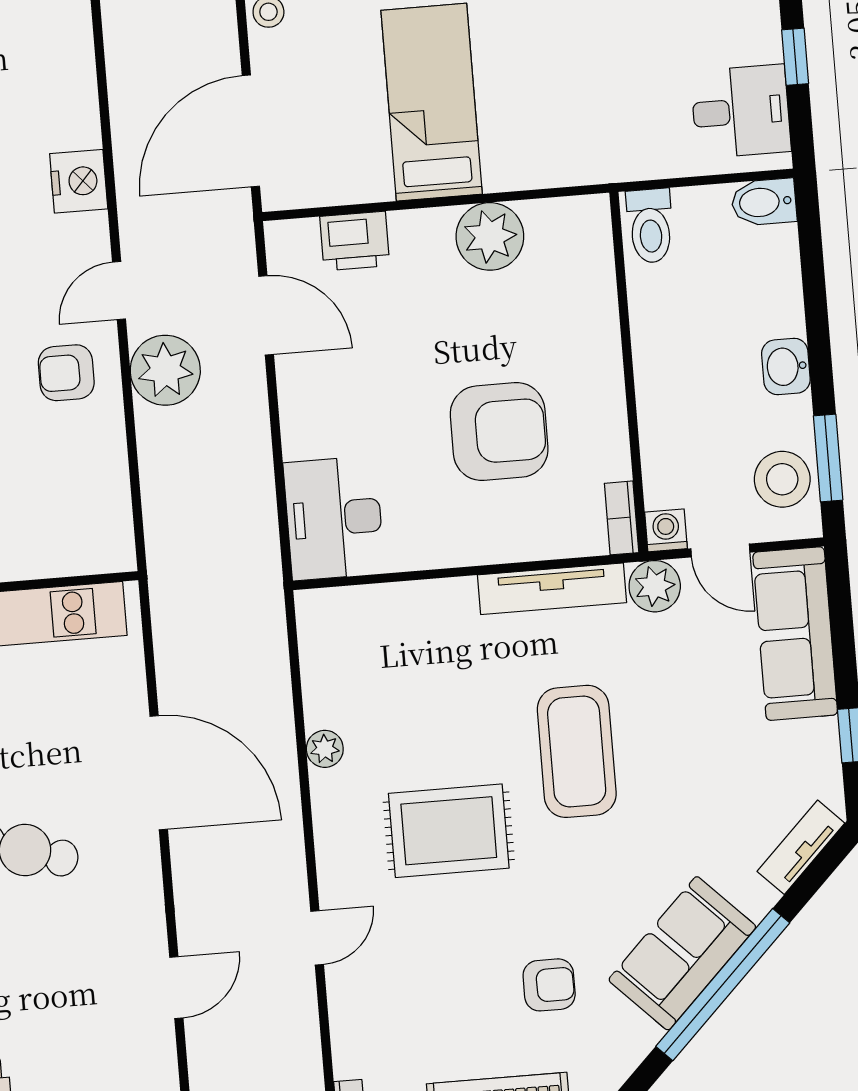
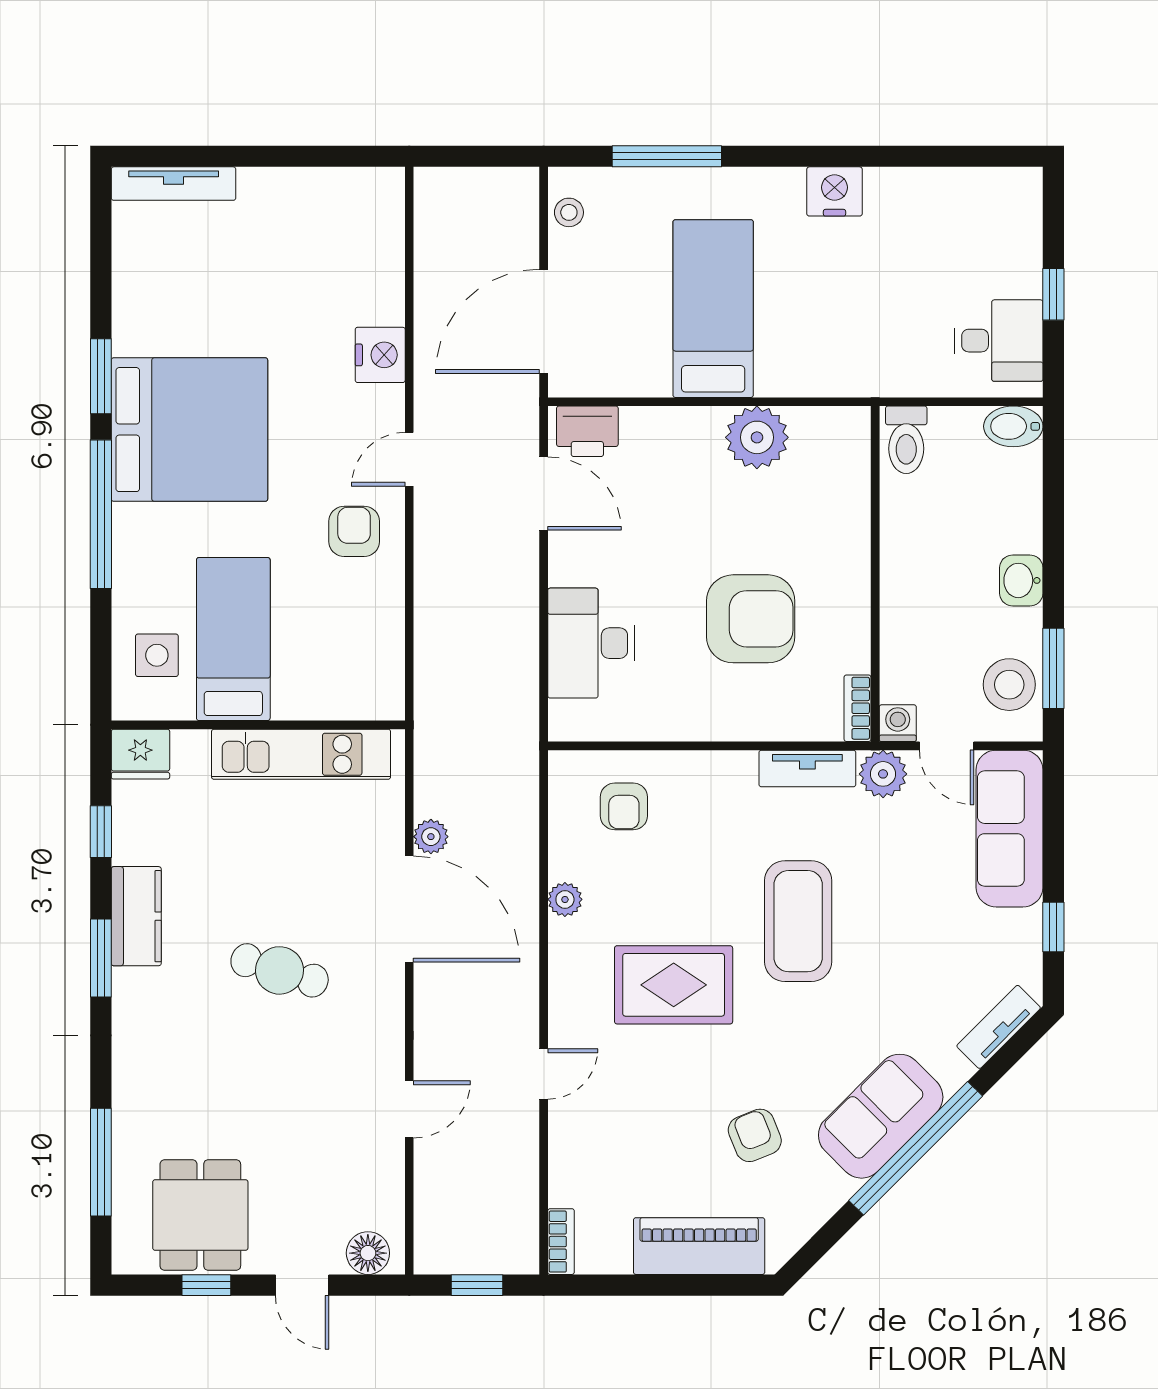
printer: (355, 241) -> (587, 431), moved
plant: (165, 370) -> (431, 837), moved, width x0.53, depth x0.53
armchair: (66, 373) -> (354, 531), turned 90
desk: (334, 518) -> (591, 643), moved
tv unit: (552, 589) -> (807, 768), width x0.71
armchair: (380, 644) -> (624, 806), added
armchair: (549, 985) -> (755, 1135), turned -112

